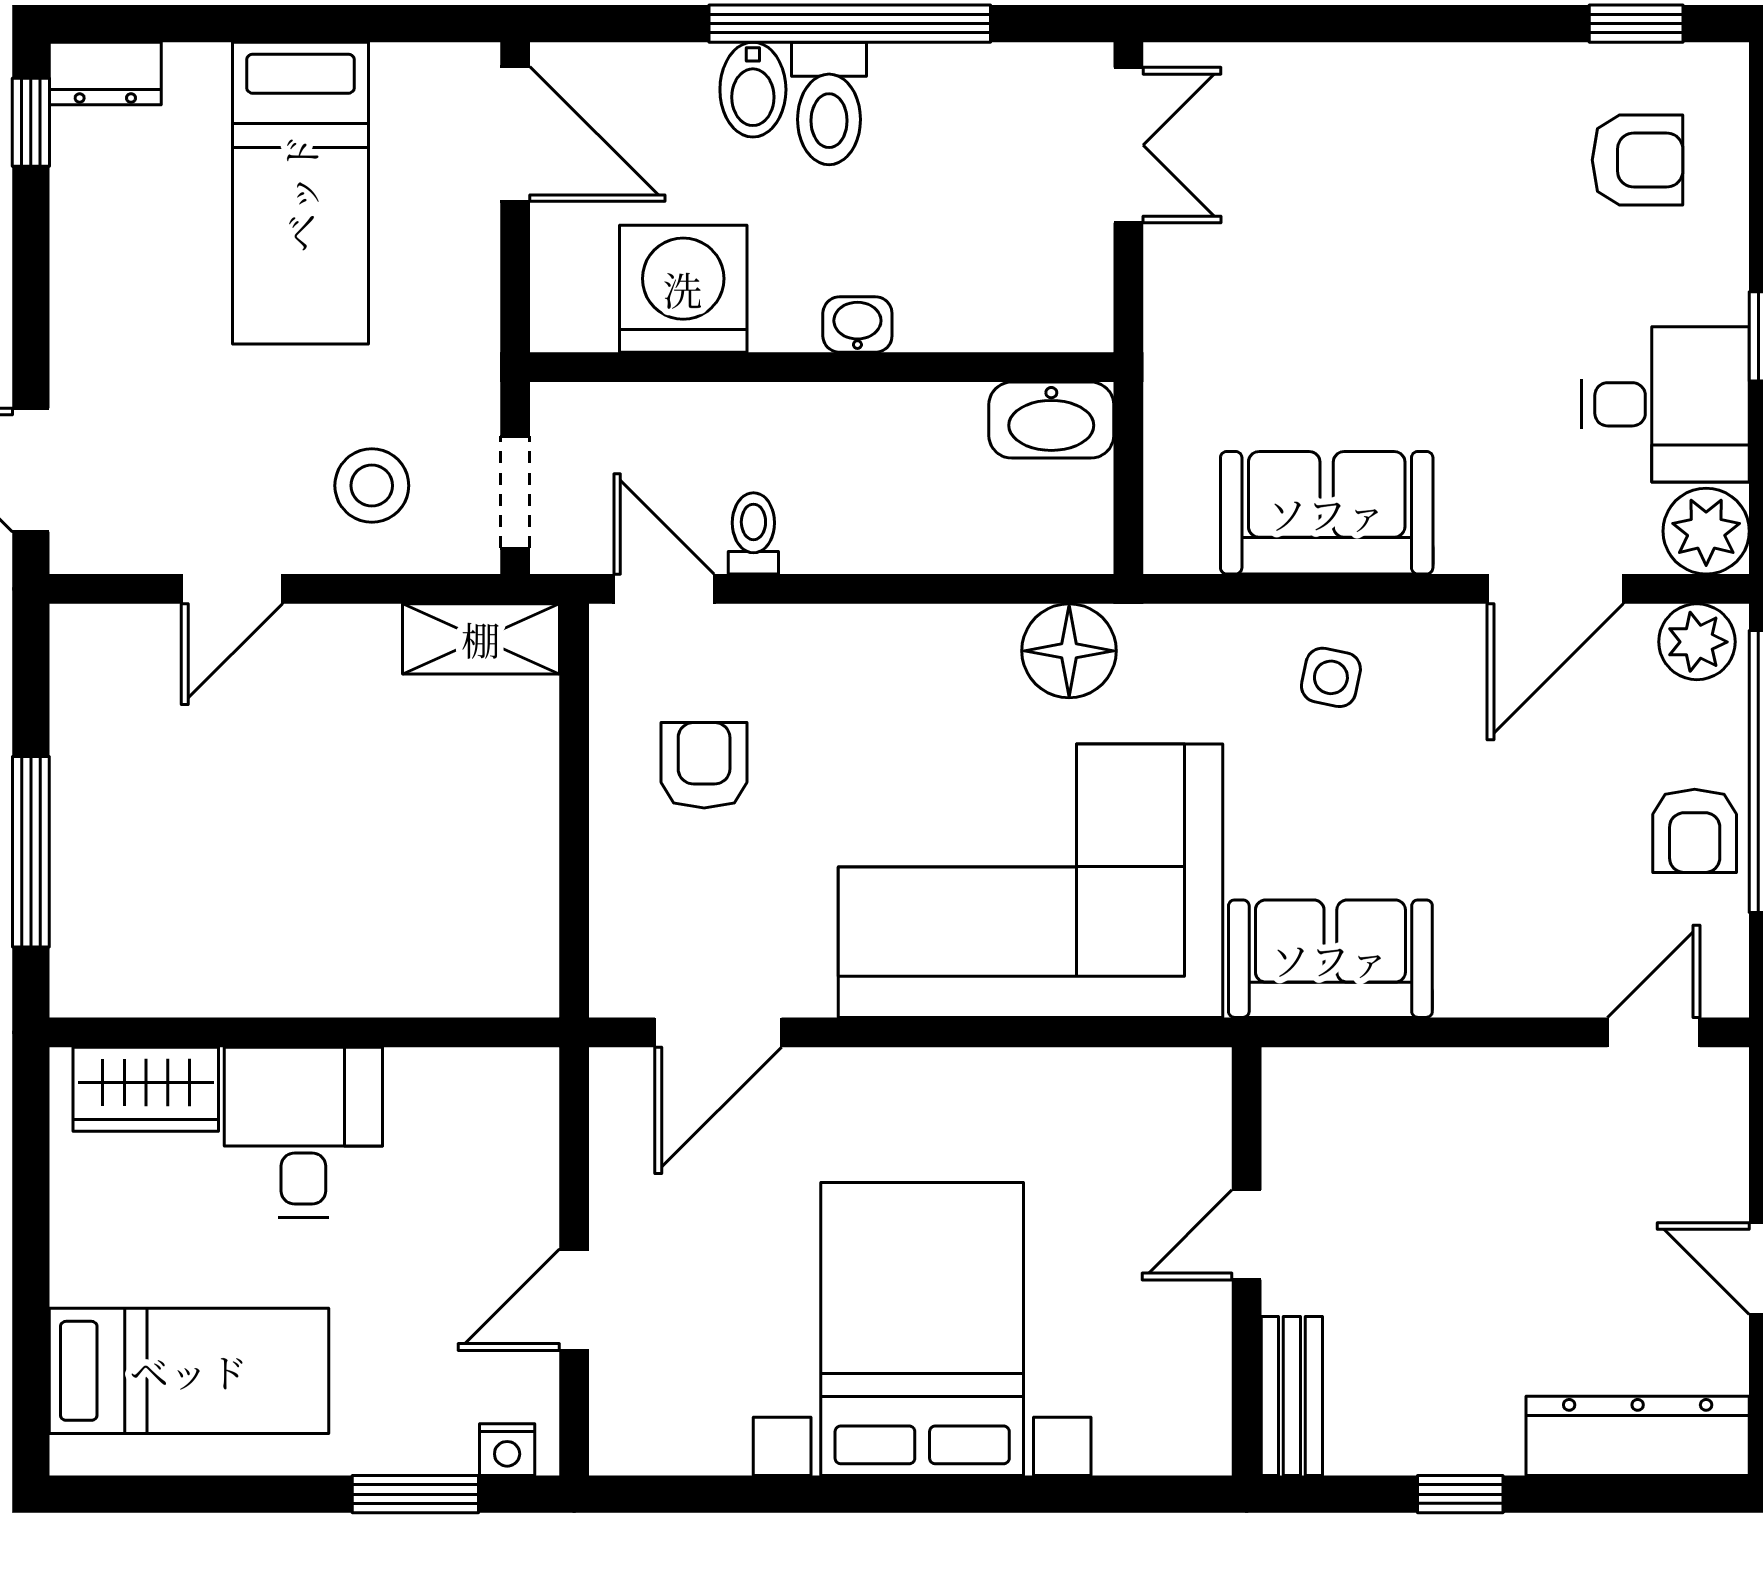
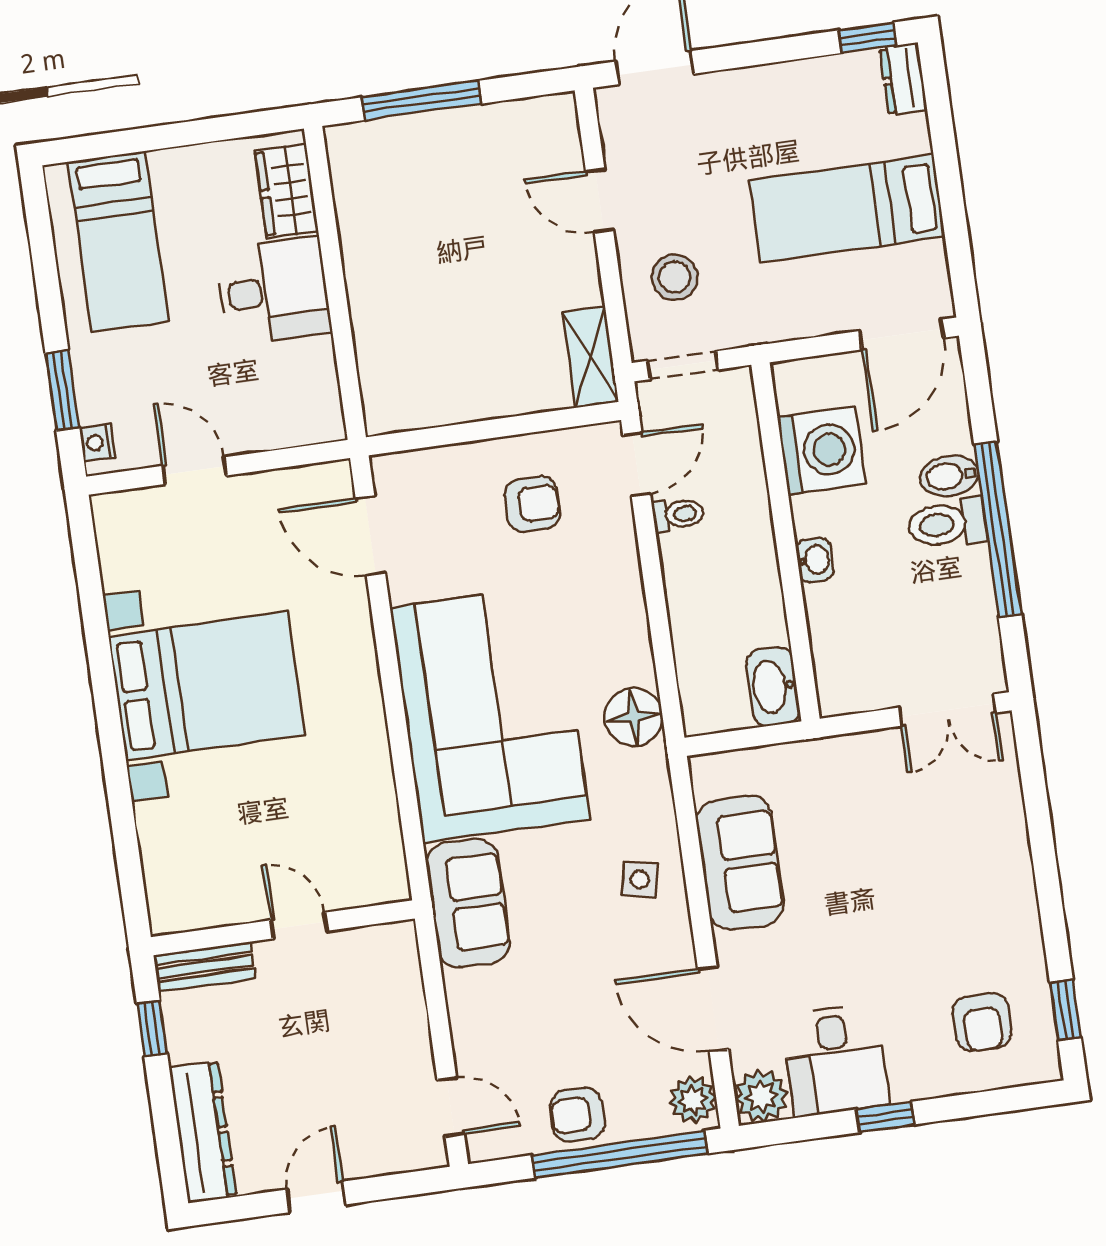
door: (1247, 1235) -> (299, 925), moved
wall: (1247, 1261) -> (283, 928), moved
bench: (1292, 1396) -> (204, 967), moved

